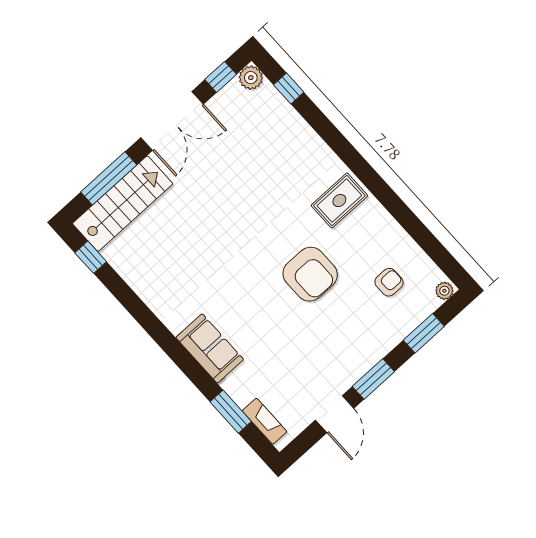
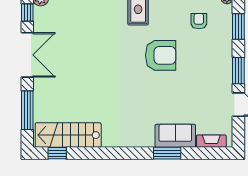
stairs: (123, 204) -> (68, 135), moved, turned -90
sofa: (210, 348) -> (175, 136), moved
window: (231, 412) -> (167, 153), moved

